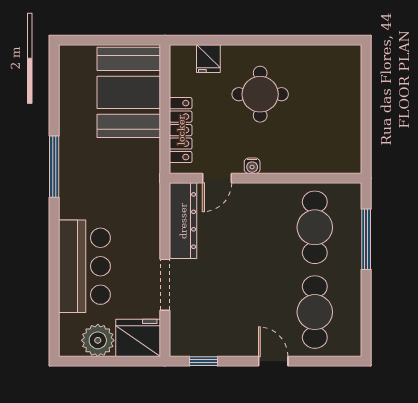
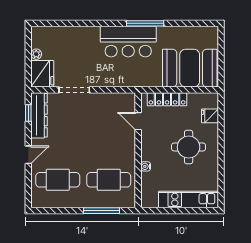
kitchen unit: (348, 94) -> (188, 200), added
water cooler: (252, 166) -> (146, 166), moved
dresser: (183, 221) -> (39, 115), moved, turned -90
bar counter: (84, 266) -> (128, 42), moved
plant: (98, 340) -> (36, 54), width x0.53, depth x0.53

